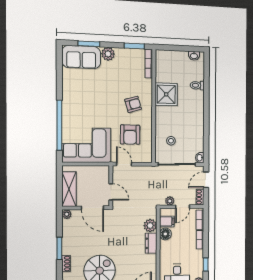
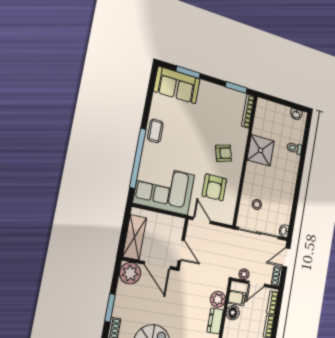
plant: (108, 54) -> (207, 89), removed
coffee table: (70, 100) -> (155, 131), added
plant: (67, 214) -> (130, 273), width x1.87, depth x1.87

